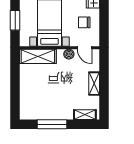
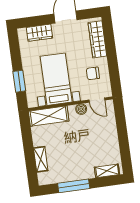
shelving: (94, 84) -> (41, 159), moved

